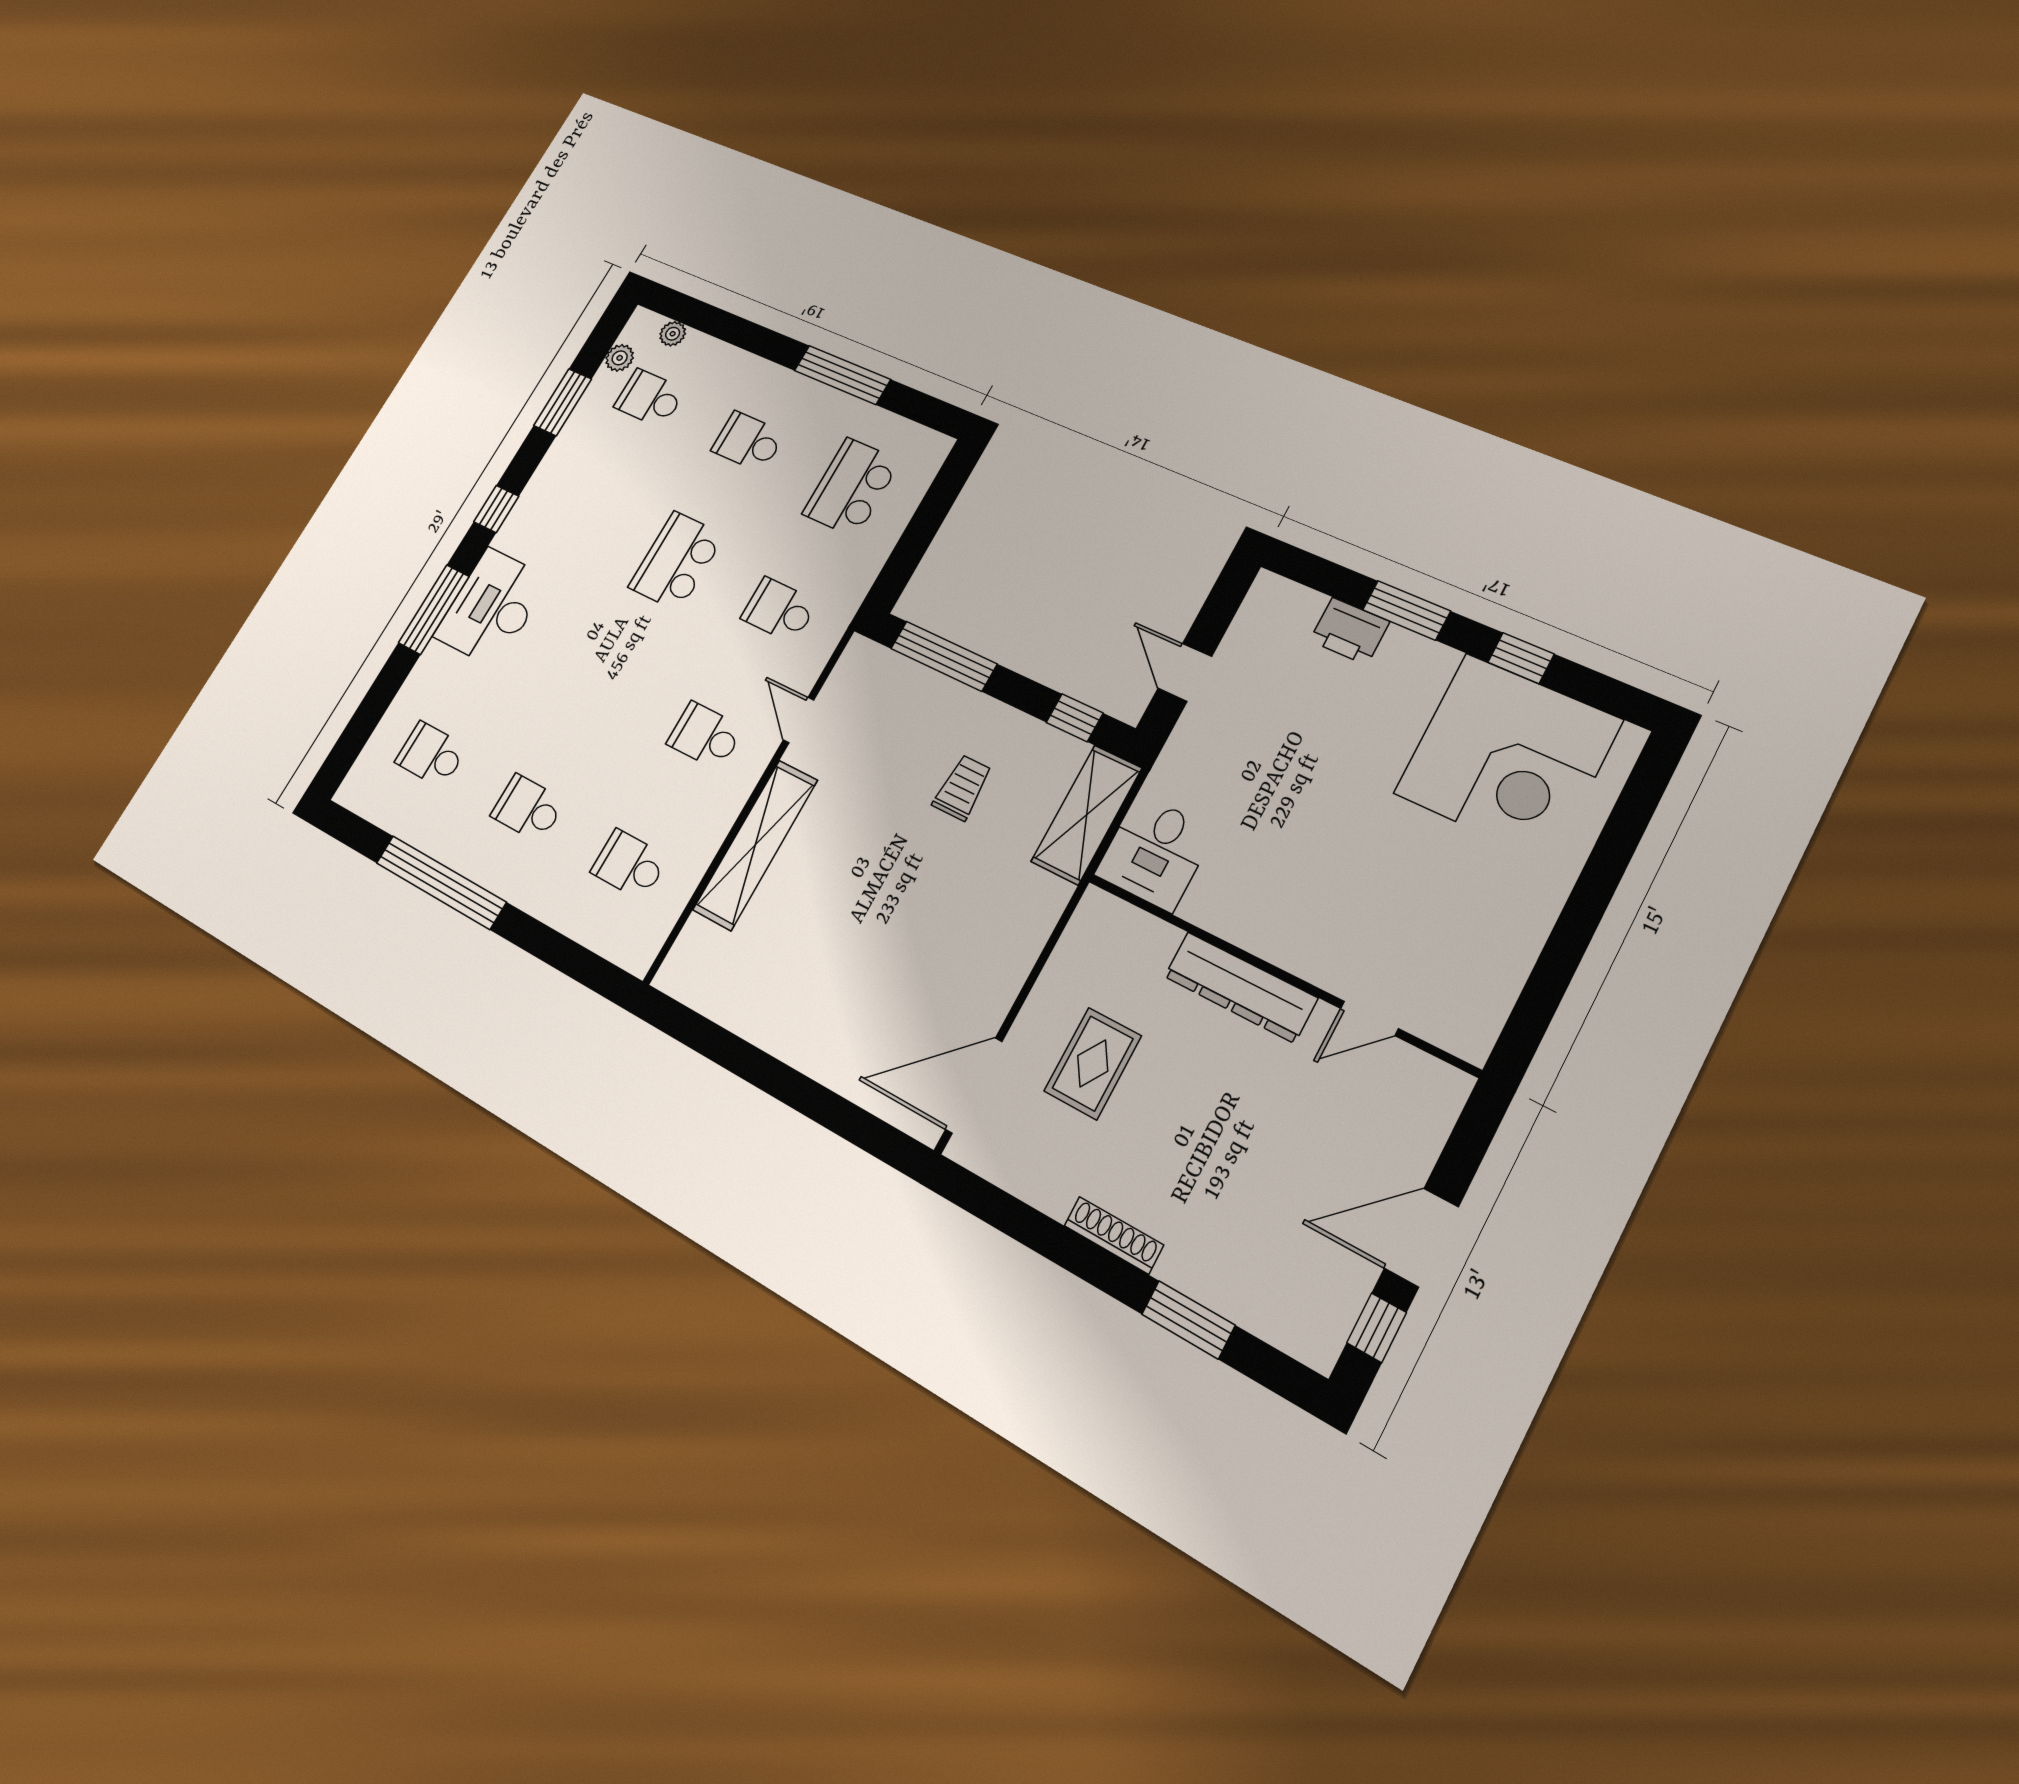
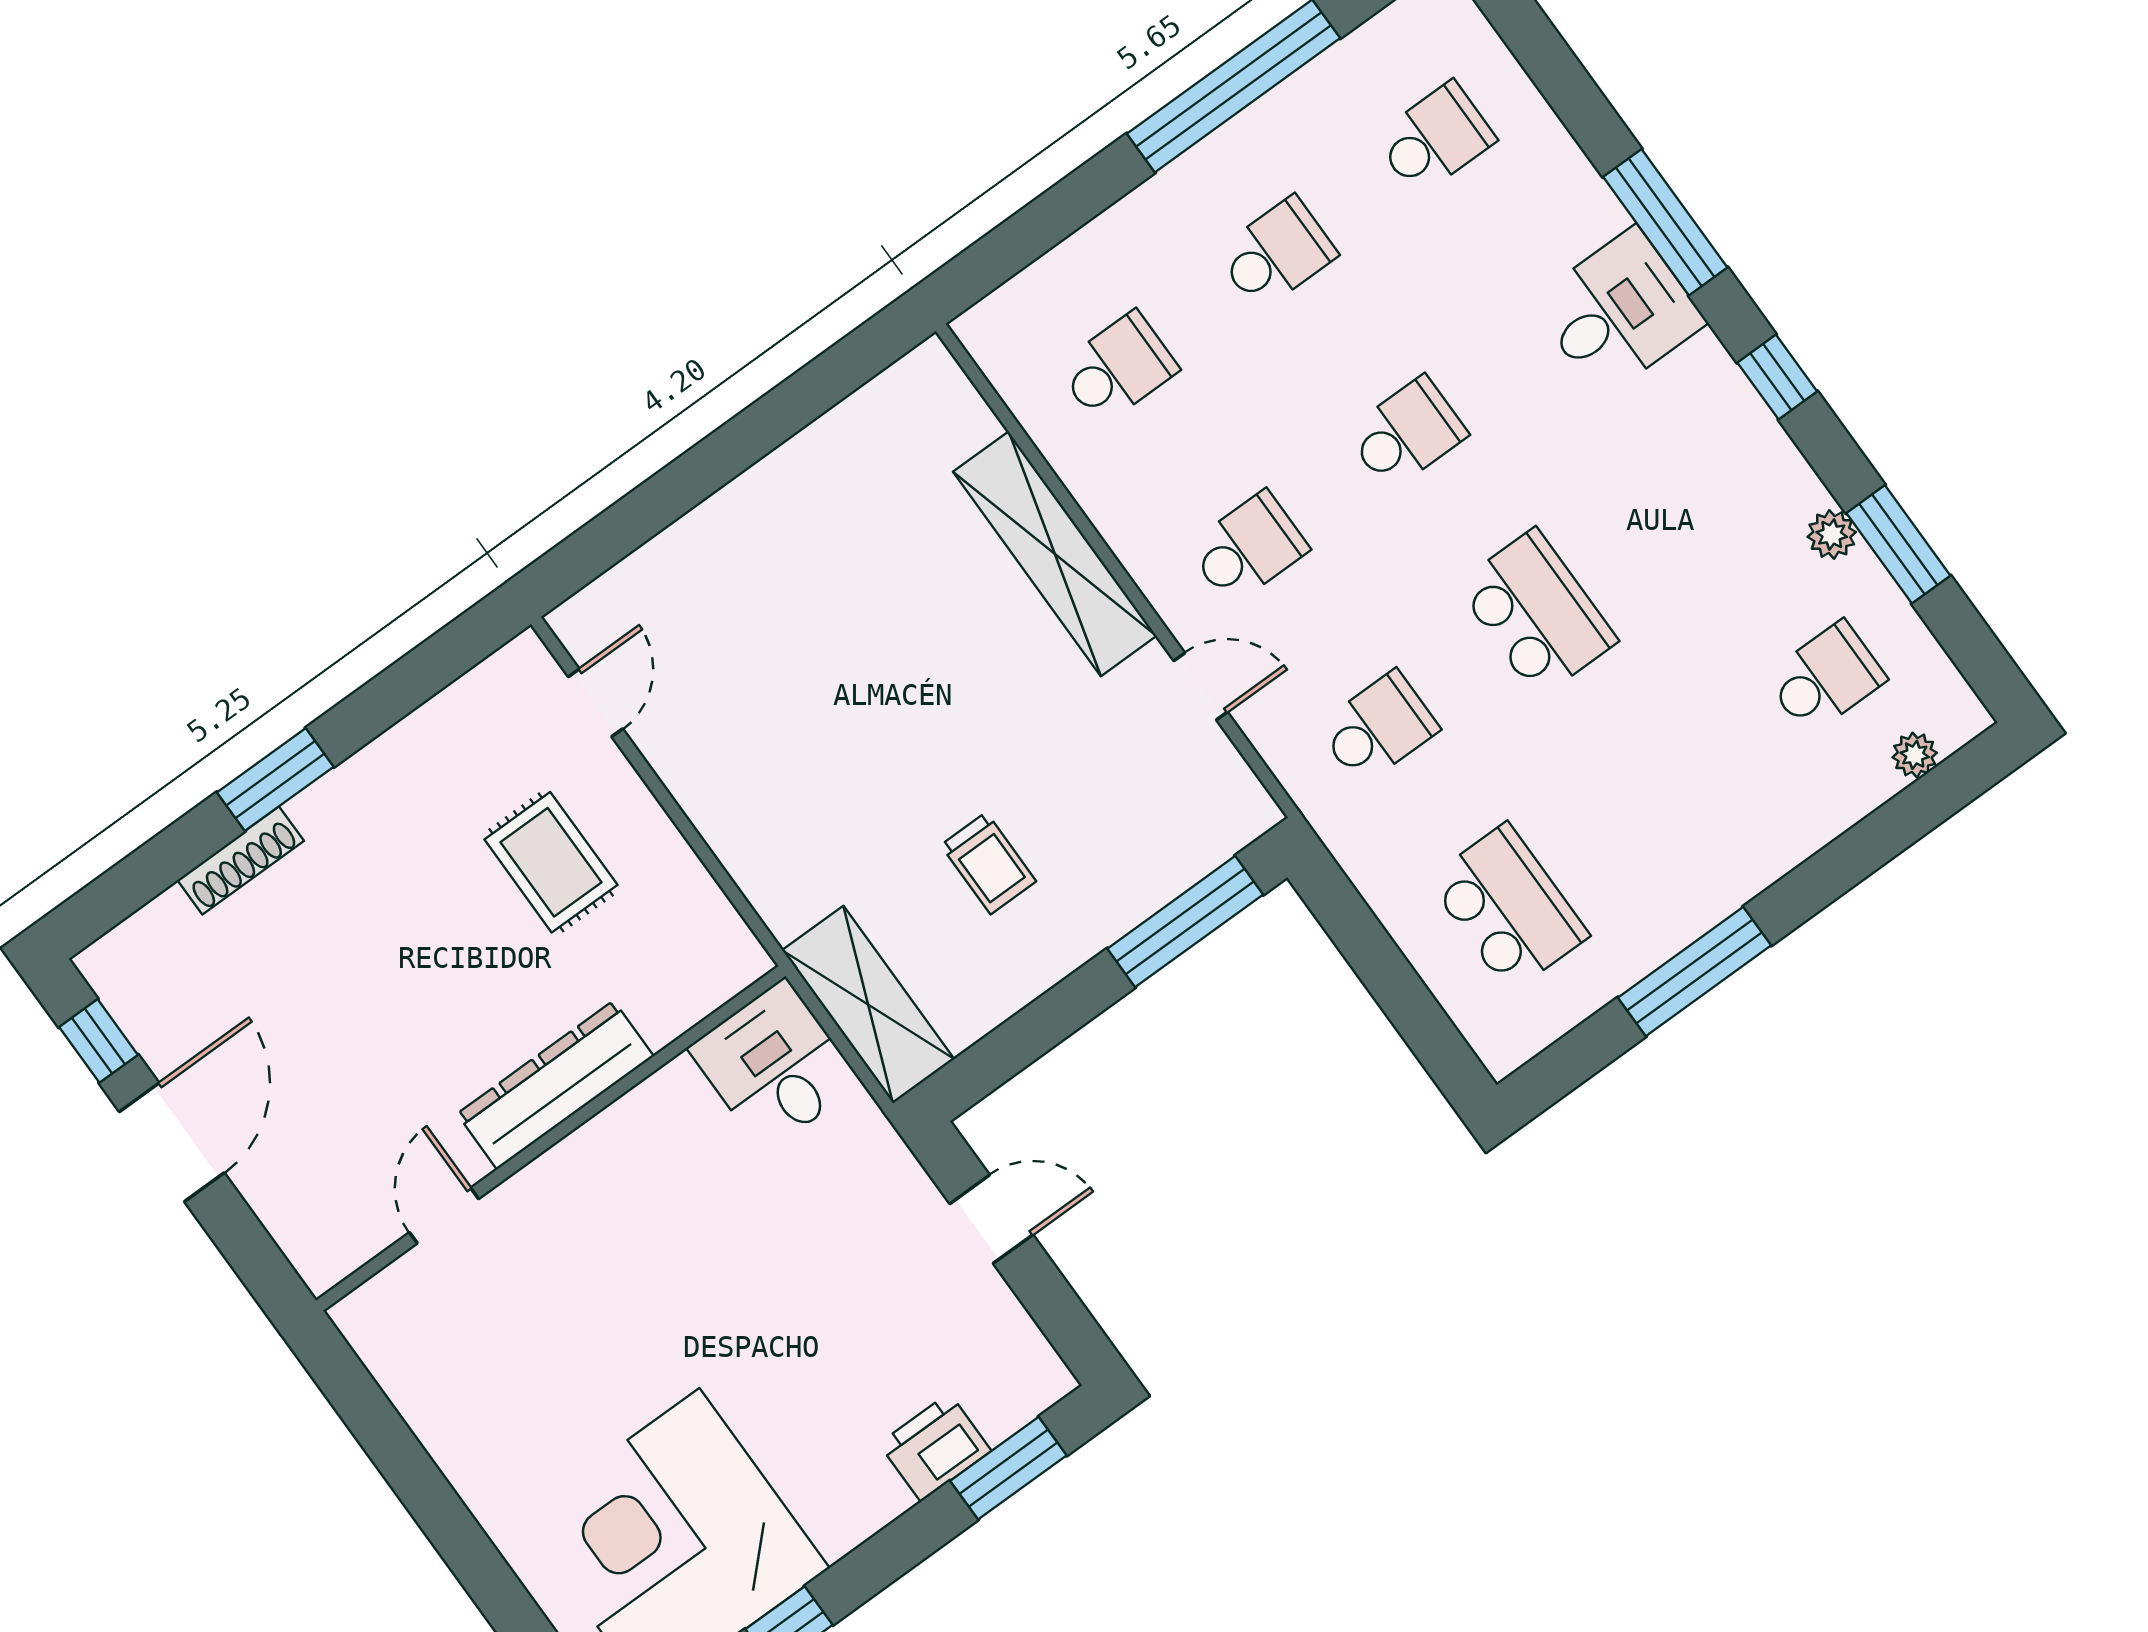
plant: (620, 358) -> (1832, 534), moved
school desk: (748, 442) -> (1407, 433), moved
desk: (492, 607) -> (1618, 312), width x0.73
window: (1406, 610) -> (1008, 1468), moved
window: (1075, 718) -> (1006, 1051), removed
door: (974, 1085) -> (596, 703), width x0.53
shoe rack: (1114, 1235) -> (241, 860), moved
window: (1188, 1320) -> (275, 780), moved

